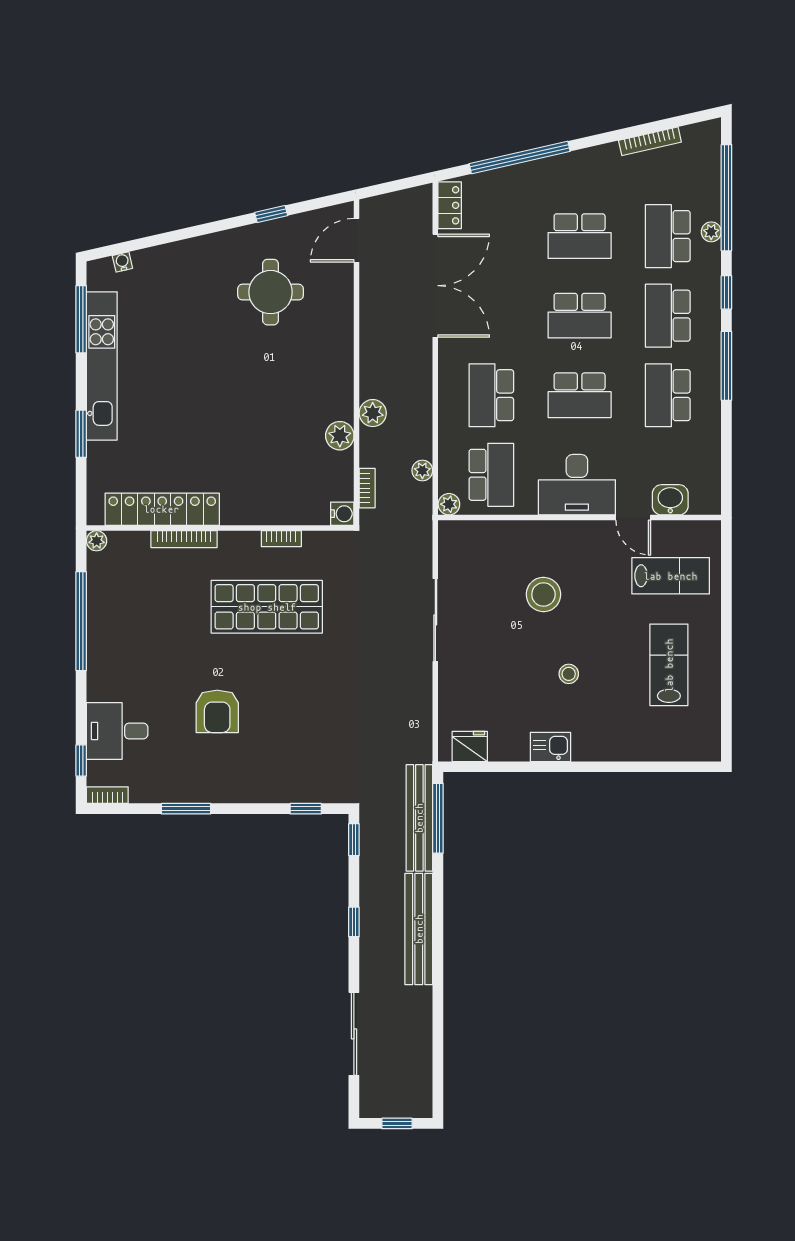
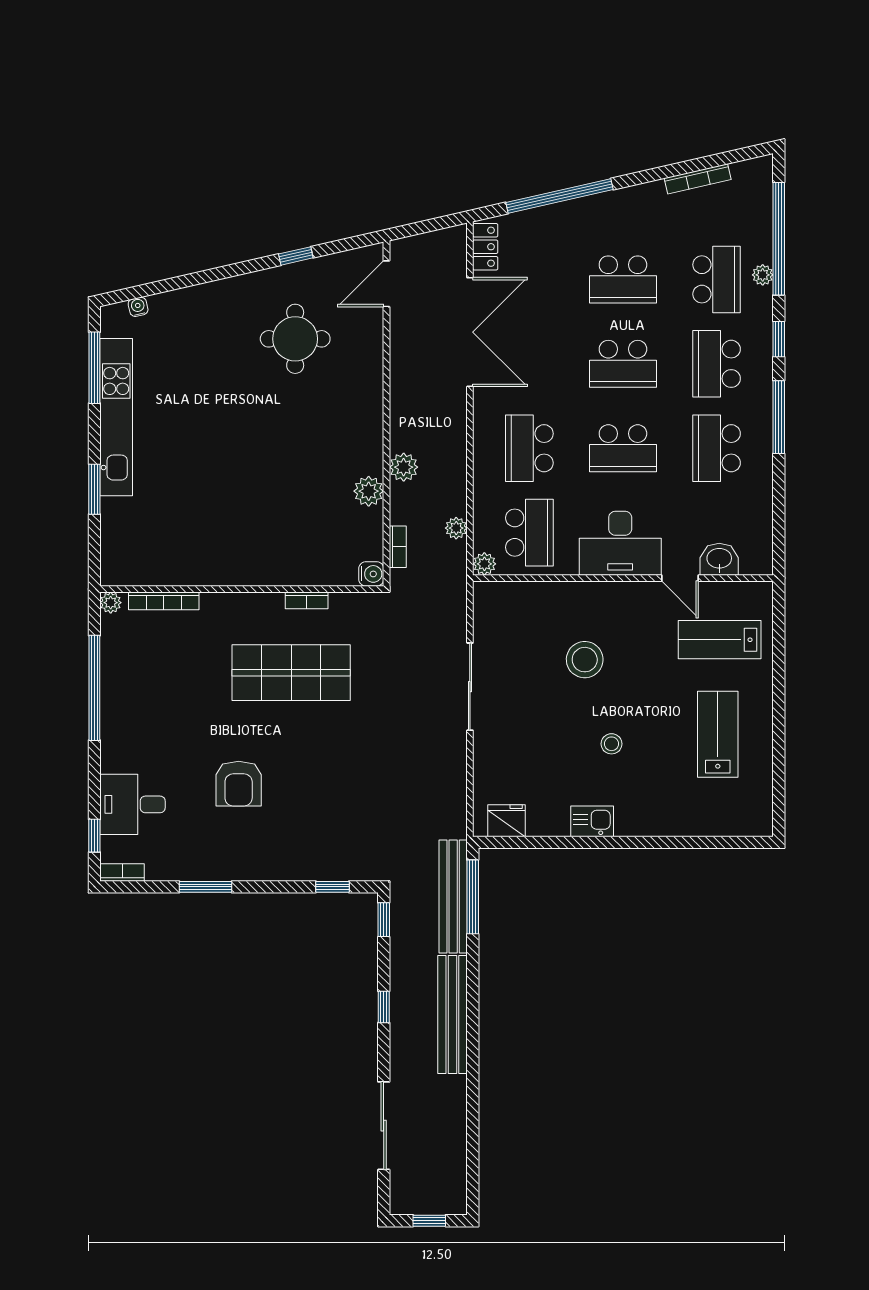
school desk: (668, 236) -> (717, 279), turned 180
locker: (162, 509) -> (180, 569), removed
bookcase: (184, 539) -> (164, 601), moved
lab bench: (671, 576) -> (720, 640), turned 180

